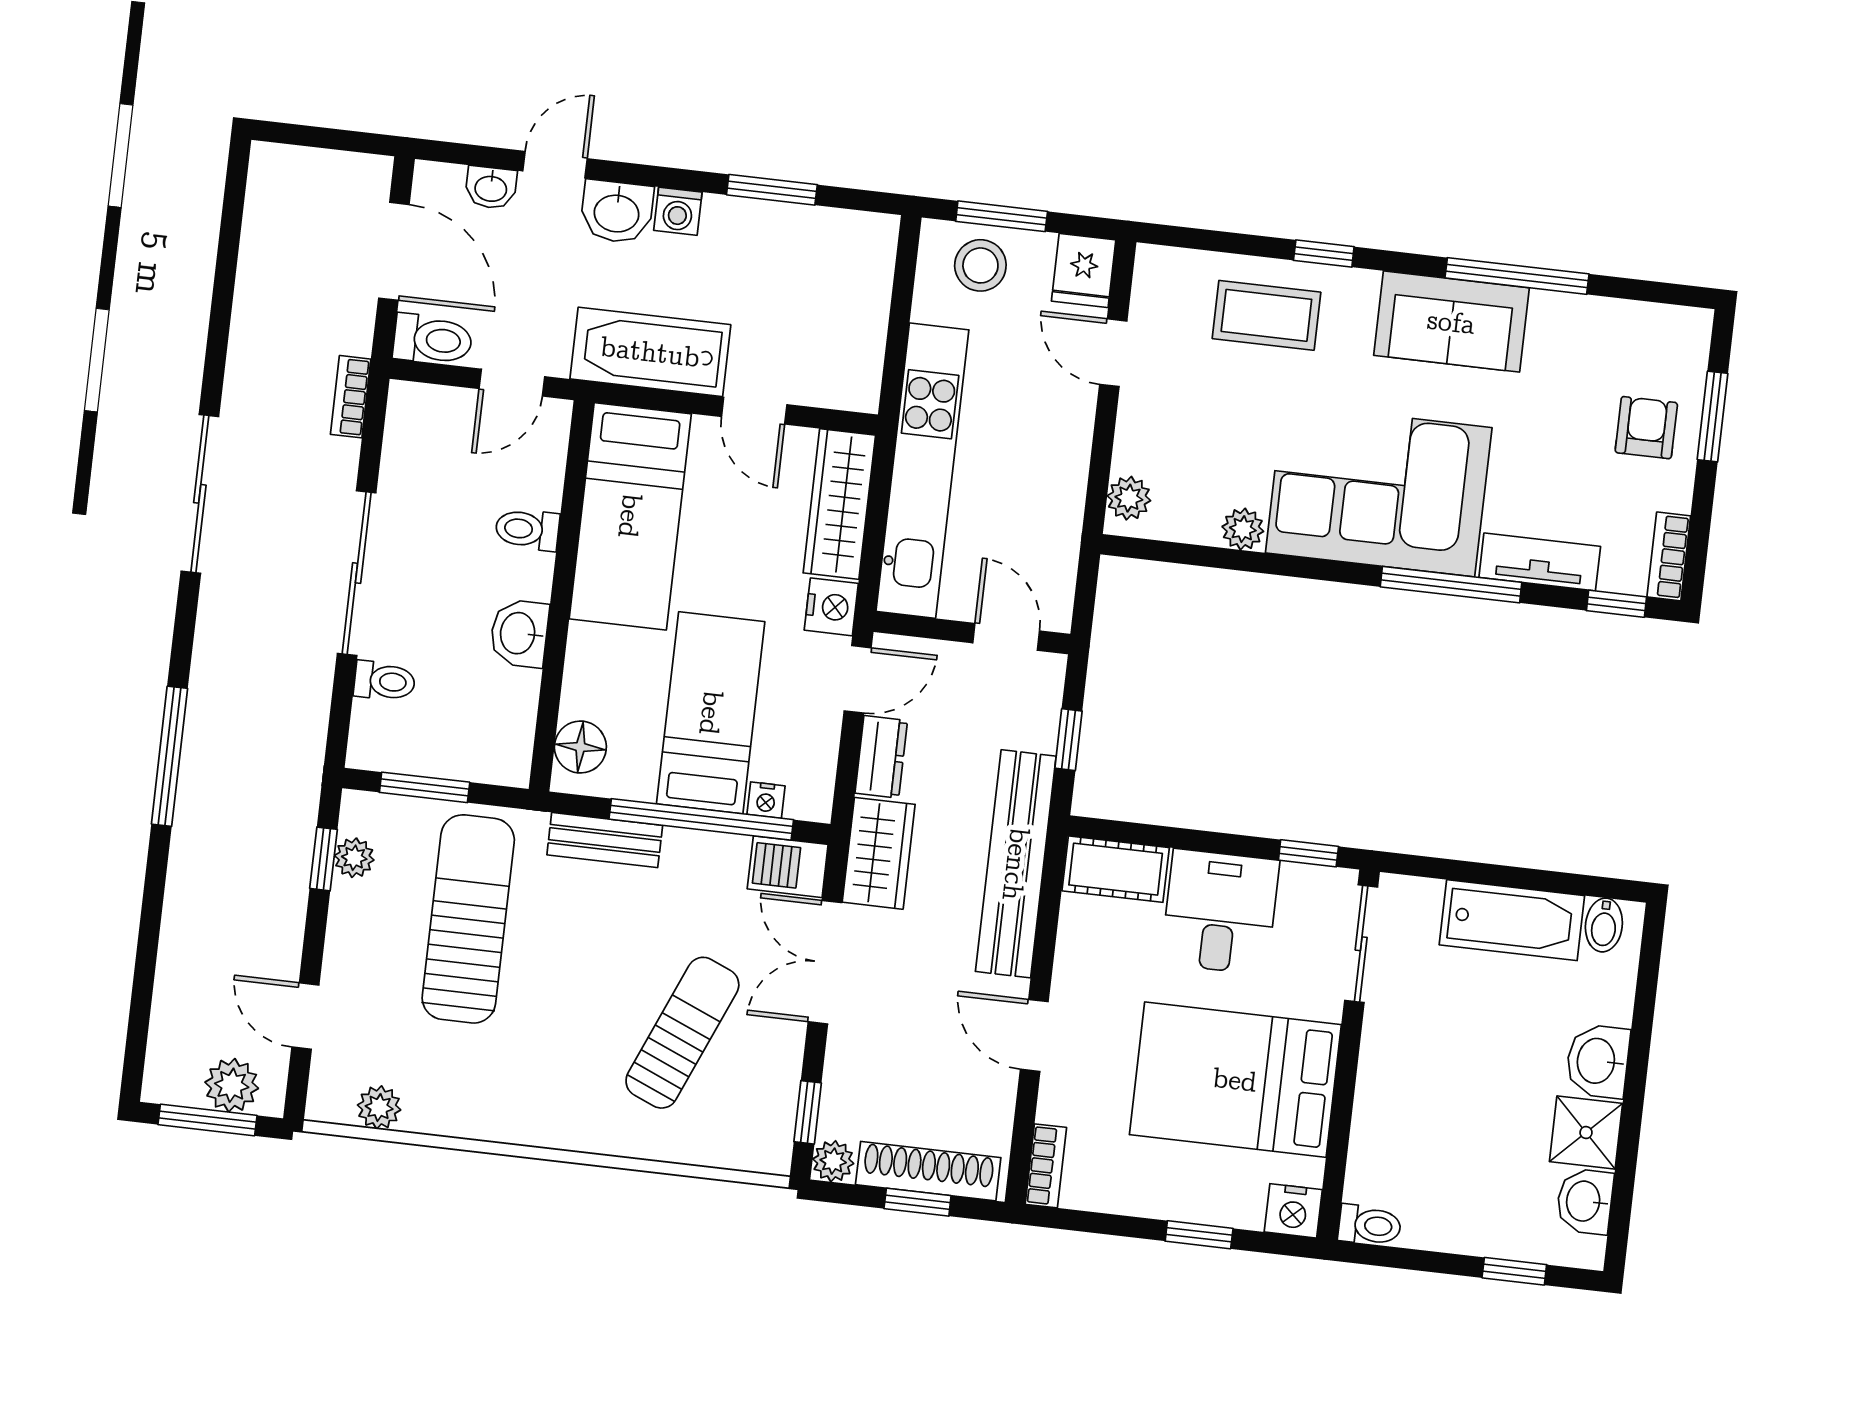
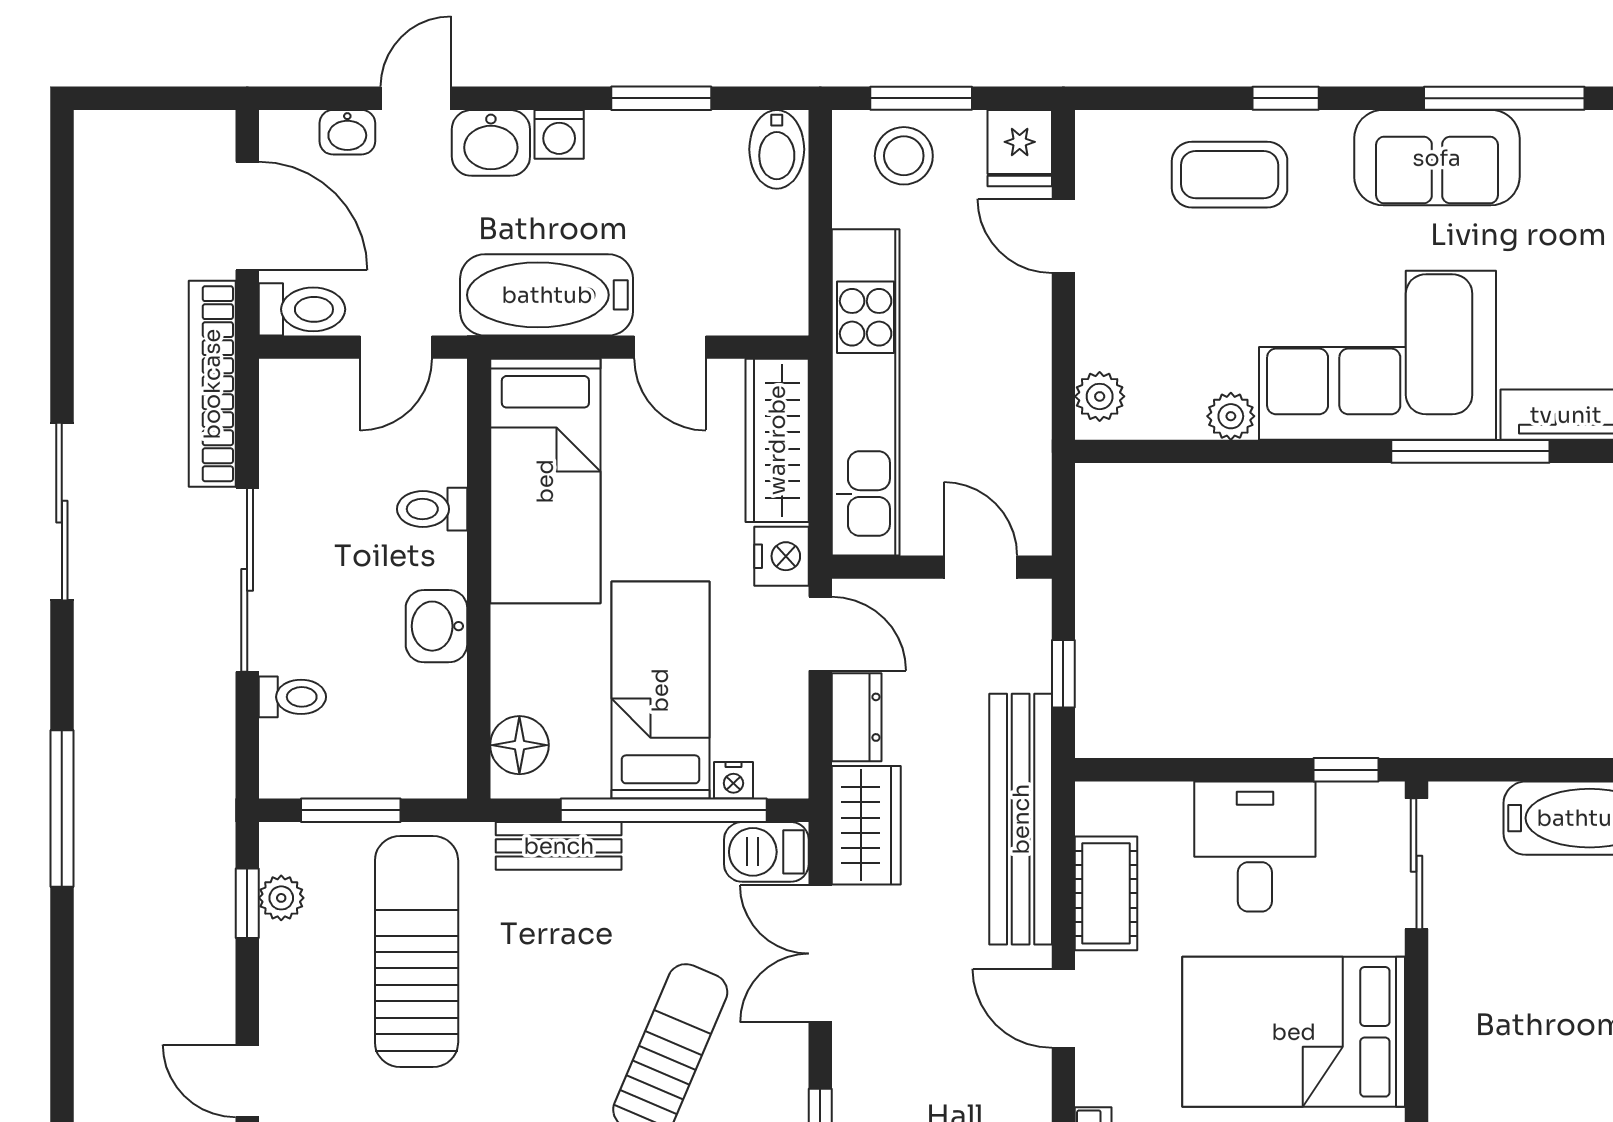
bidet: (869, 247) -> (777, 149), added
bookcase: (351, 397) -> (212, 384), width x2.31, depth x1.31
door: (858, 679) -> (820, 634), hinge flipped
cot: (1116, 869) -> (1106, 893), moved, turned 90

